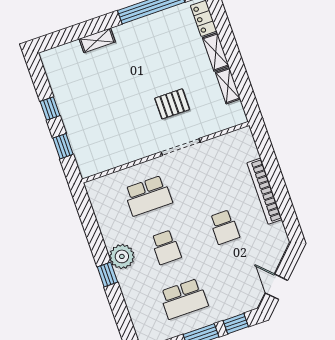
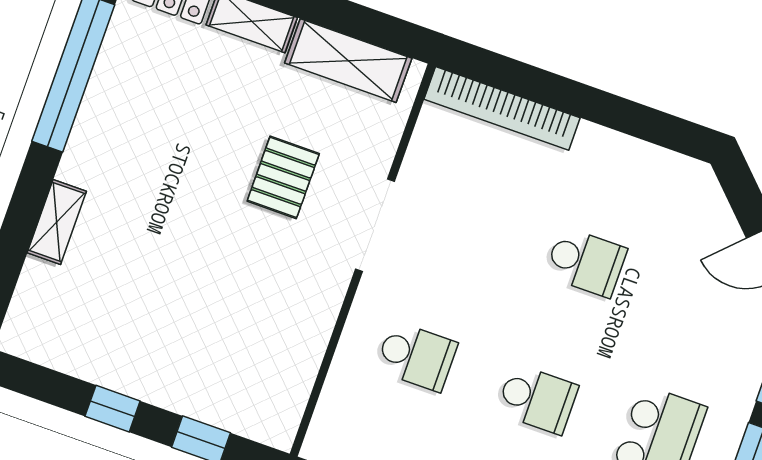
shelving: (228, 86) -> (348, 61), width x1.50, depth x1.33
bookcase: (265, 191) -> (502, 108), moved
school desk: (148, 196) -> (416, 356), width x0.54

